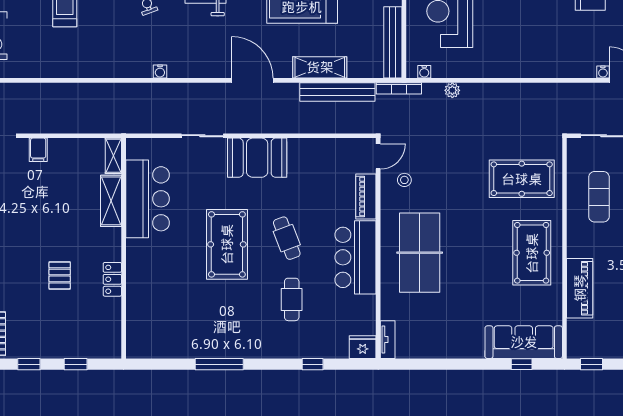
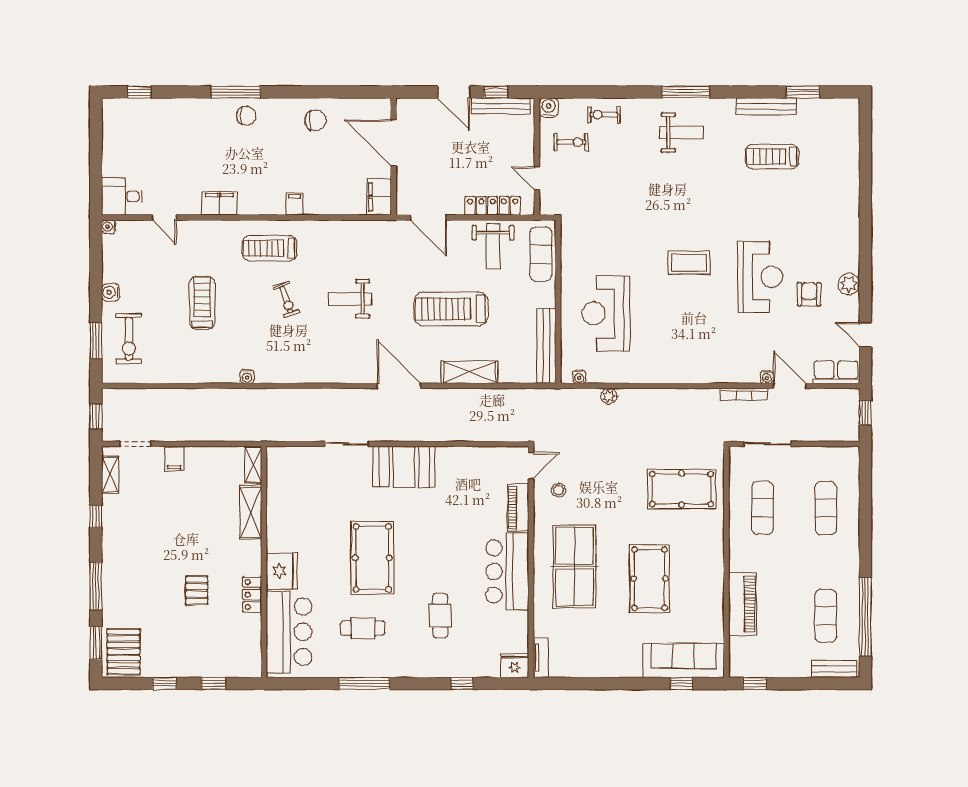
water cooler: (160, 72) -> (247, 377), moved
bookcase: (399, 88) -> (744, 394), moved
bench: (337, 92) -> (488, 398), removed
bar counter: (148, 199) -> (289, 632), moved
cafe table: (287, 238) -> (363, 628), moved, turned -69
pool table: (532, 253) -> (649, 579), moved
fridge: (141, 257) -> (282, 571), added

